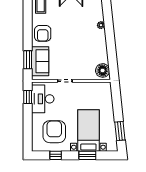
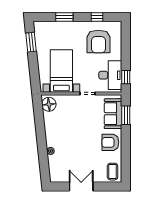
armchair: (43, 33) -> (110, 142), turned -90
bed with nightstands: (88, 130) -> (61, 71), moved, turned 180

